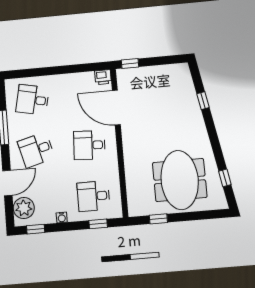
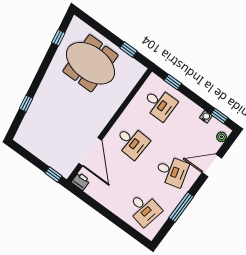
meeting table: (180, 180) -> (90, 63), turned 90
plant: (24, 208) -> (221, 137), width x0.53, depth x0.53
water cooler: (62, 217) -> (206, 117), moved

